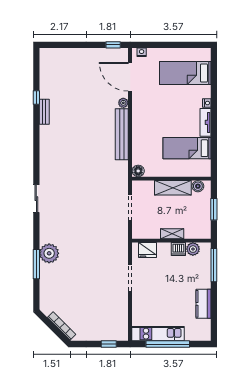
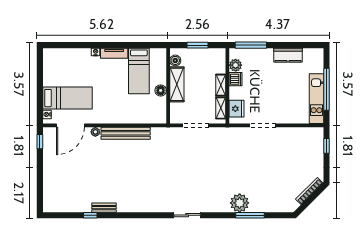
bed: (185, 73) -> (67, 98), moved, turned -90
floor lamp: (138, 171) -> (161, 90), moved
shelving: (148, 234) -> (221, 108), added

